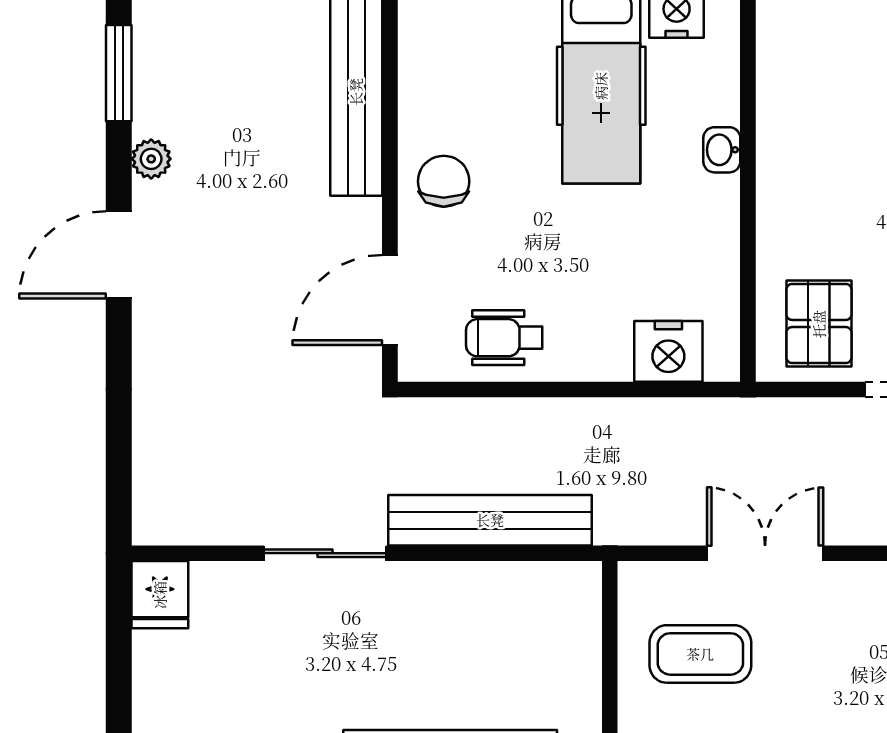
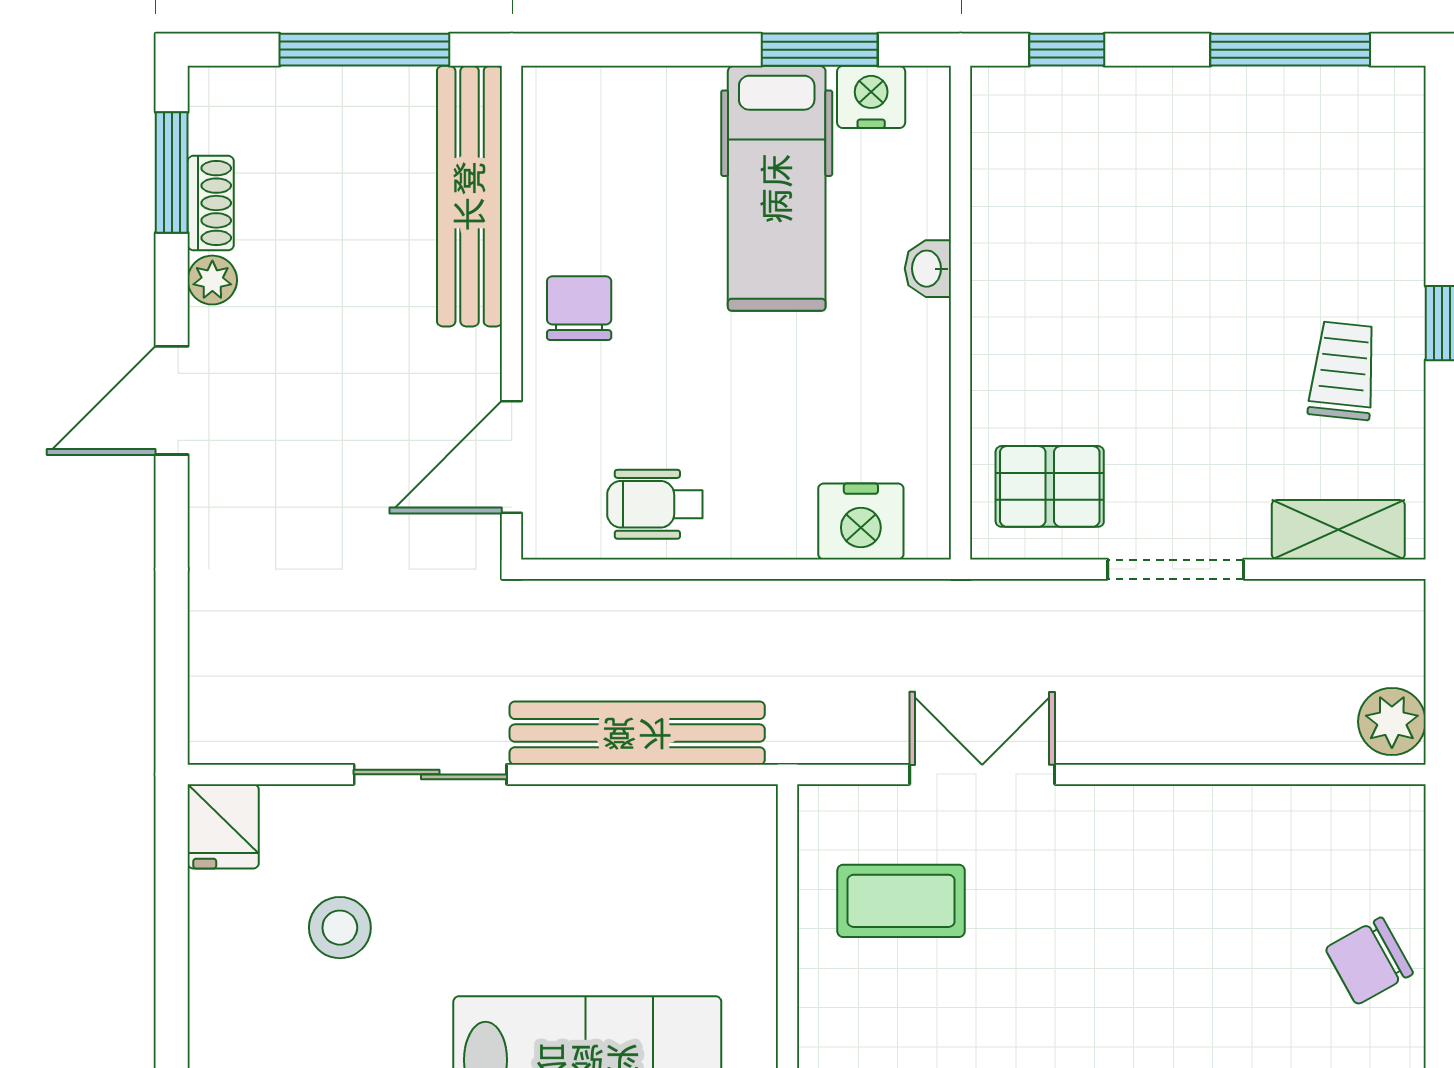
shoe rack: (150, 97) -> (211, 203), added
pallet: (819, 324) -> (1050, 486), turned 90
stool: (253, 675) -> (340, 928), added

